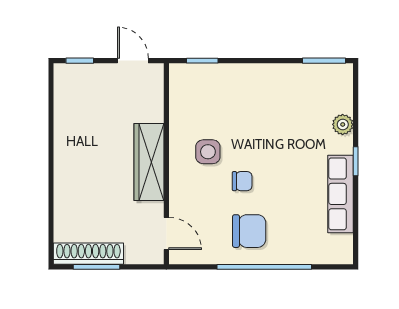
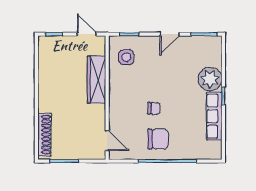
door: (268, 61) -> (170, 34), added
plant: (343, 124) -> (210, 79), width x1.87, depth x1.87
side table: (208, 152) -> (126, 57), moved
wardrobe: (149, 162) -> (97, 80), moved
shoe rack: (88, 254) -> (44, 135), moved, turned 90

